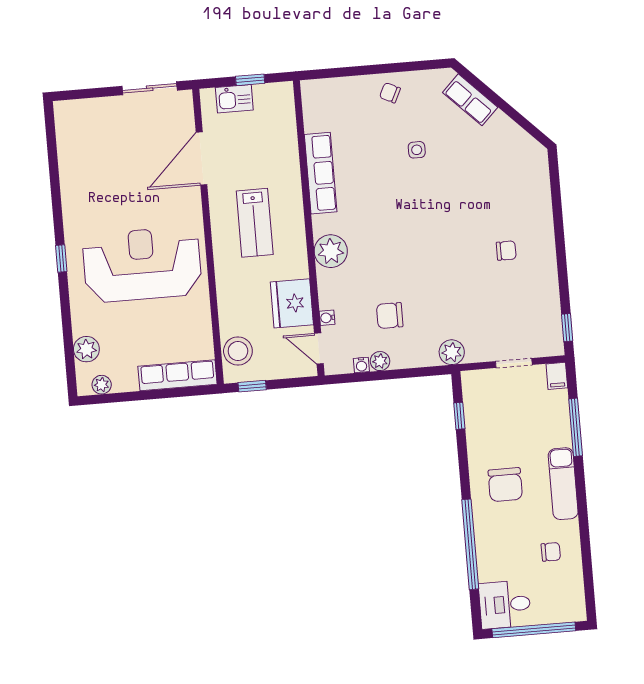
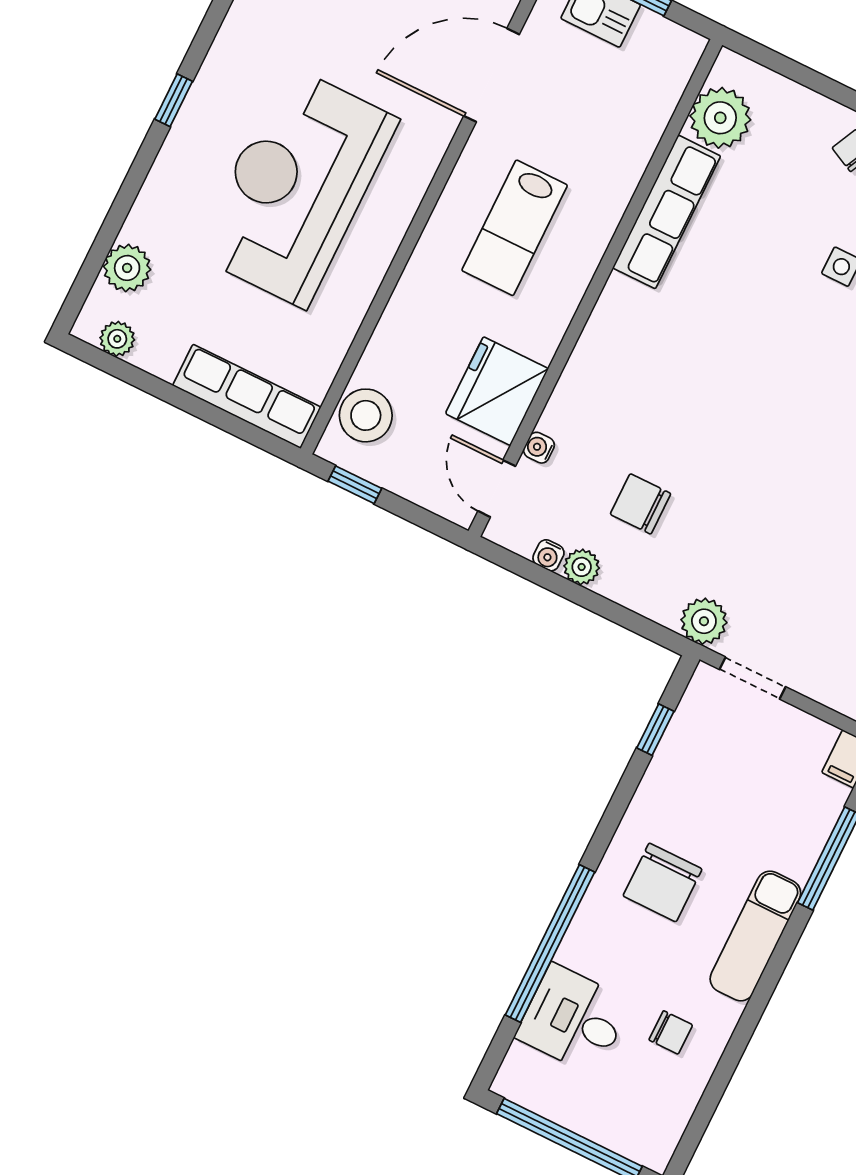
plant: (331, 251) -> (720, 118), moved
reception desk: (142, 265) -> (296, 187), turned -90
doorway: (514, 363) -> (753, 678), moved
desk: (505, 604) -> (574, 1020), moved

